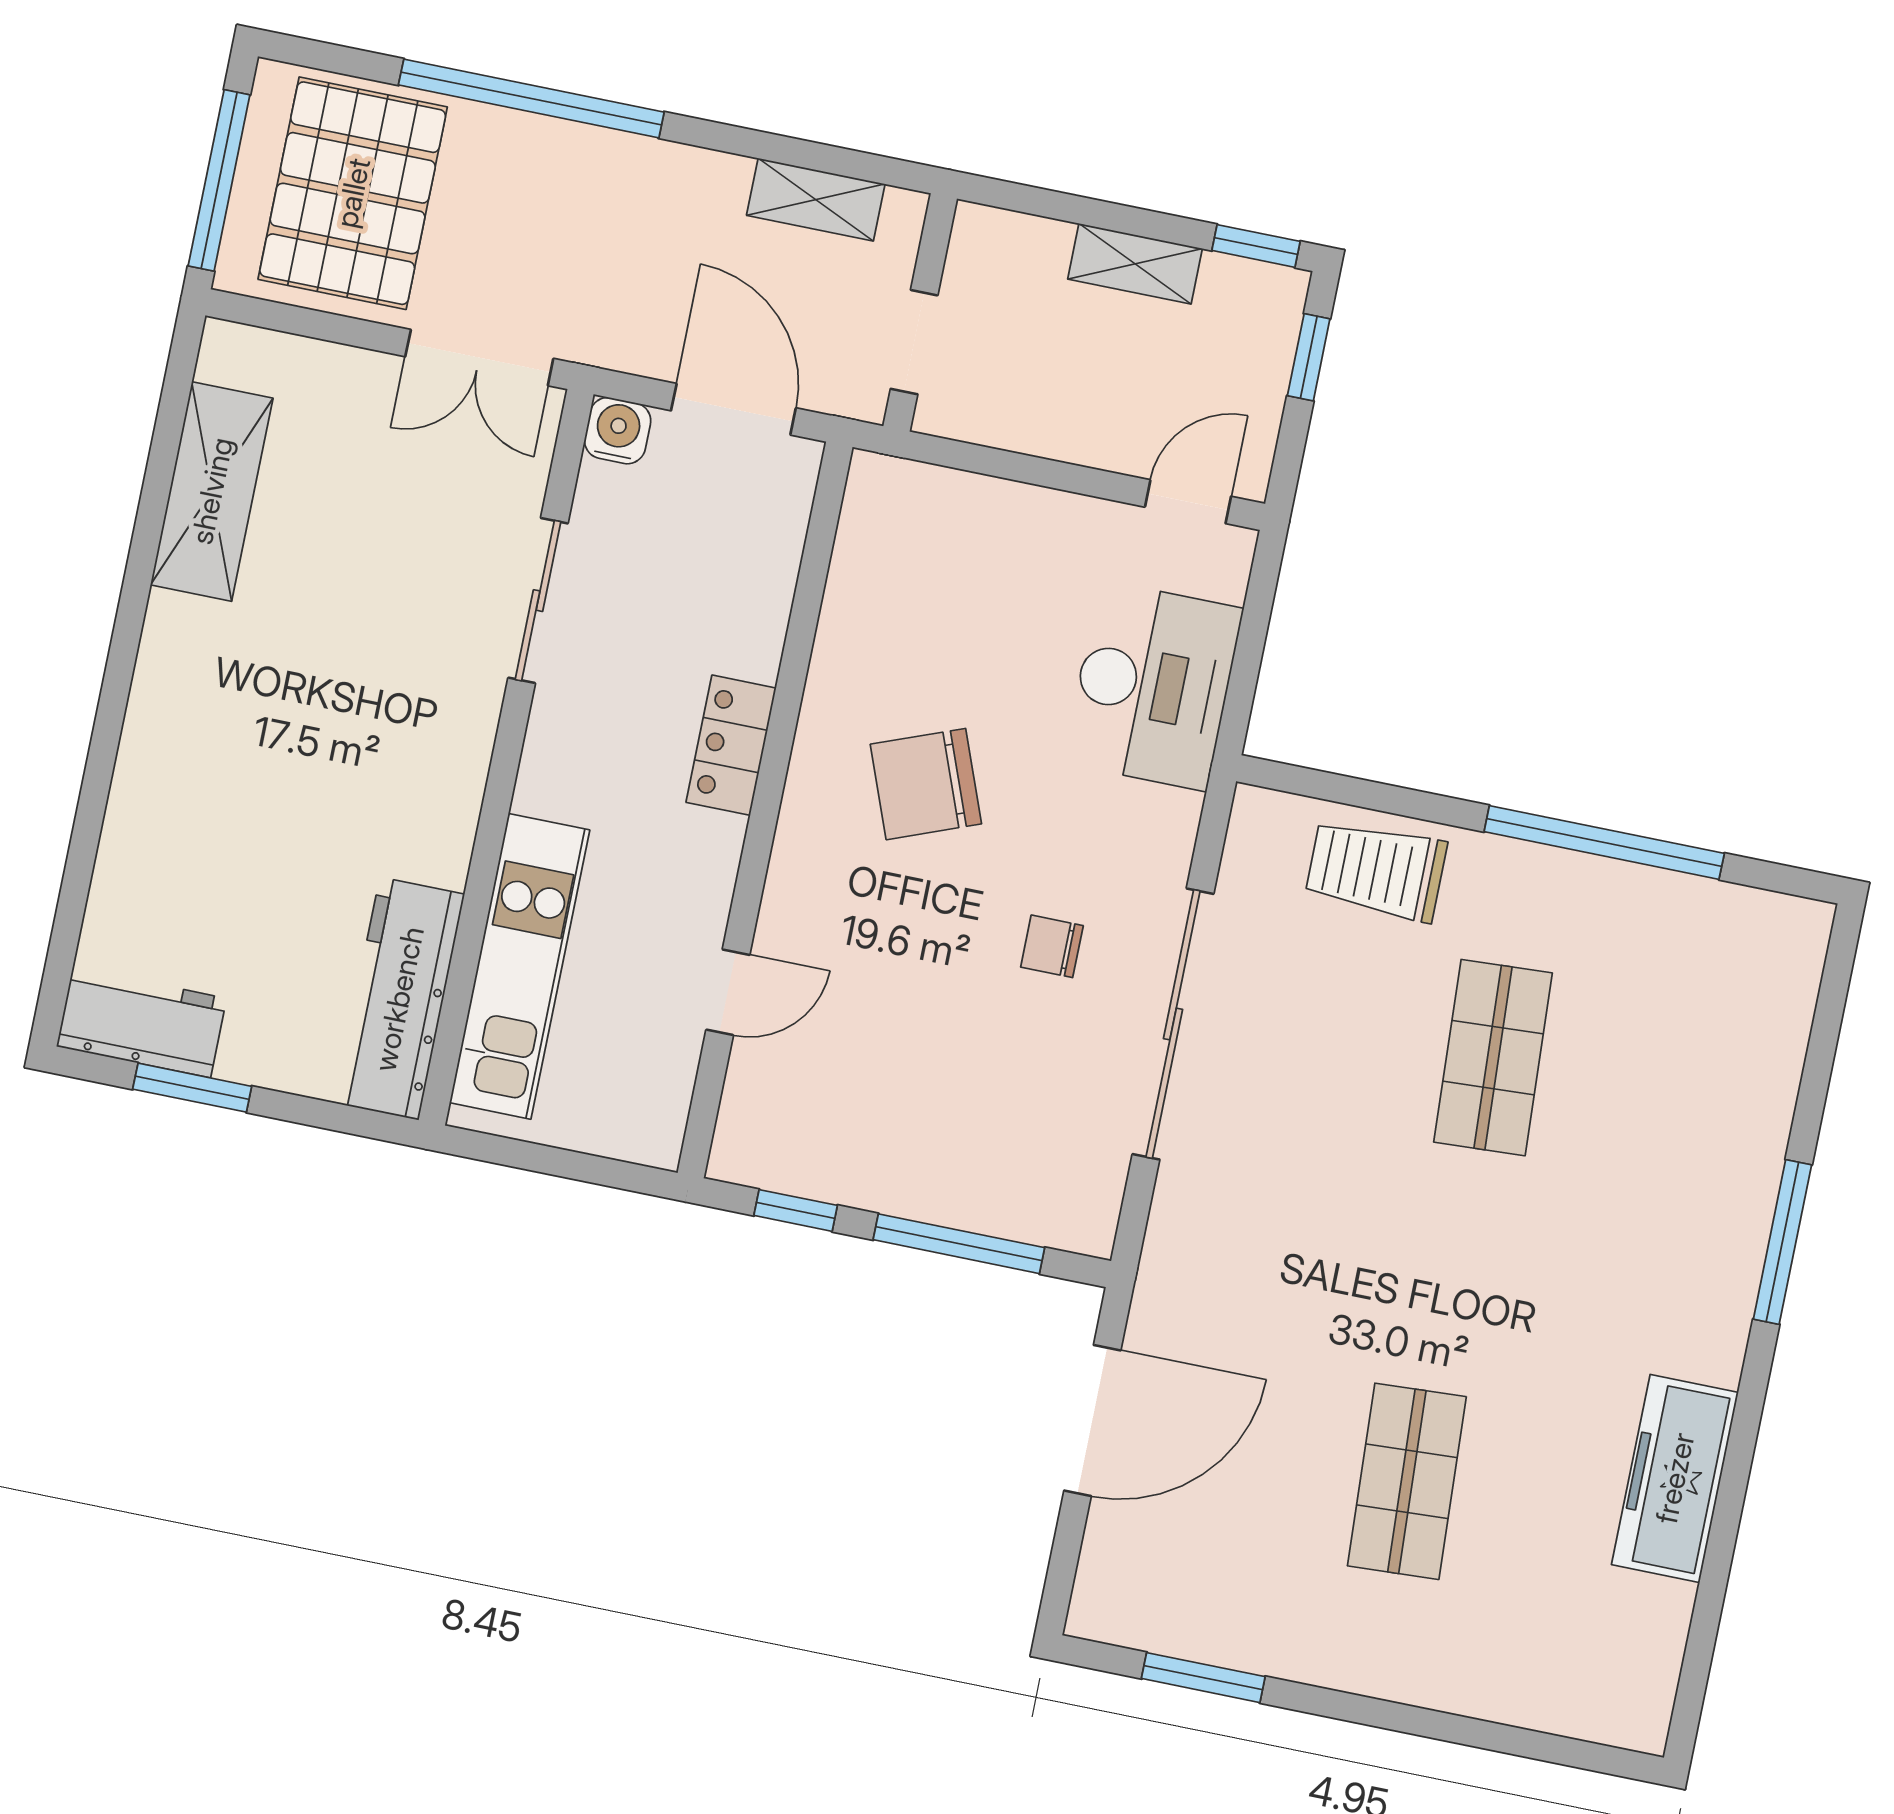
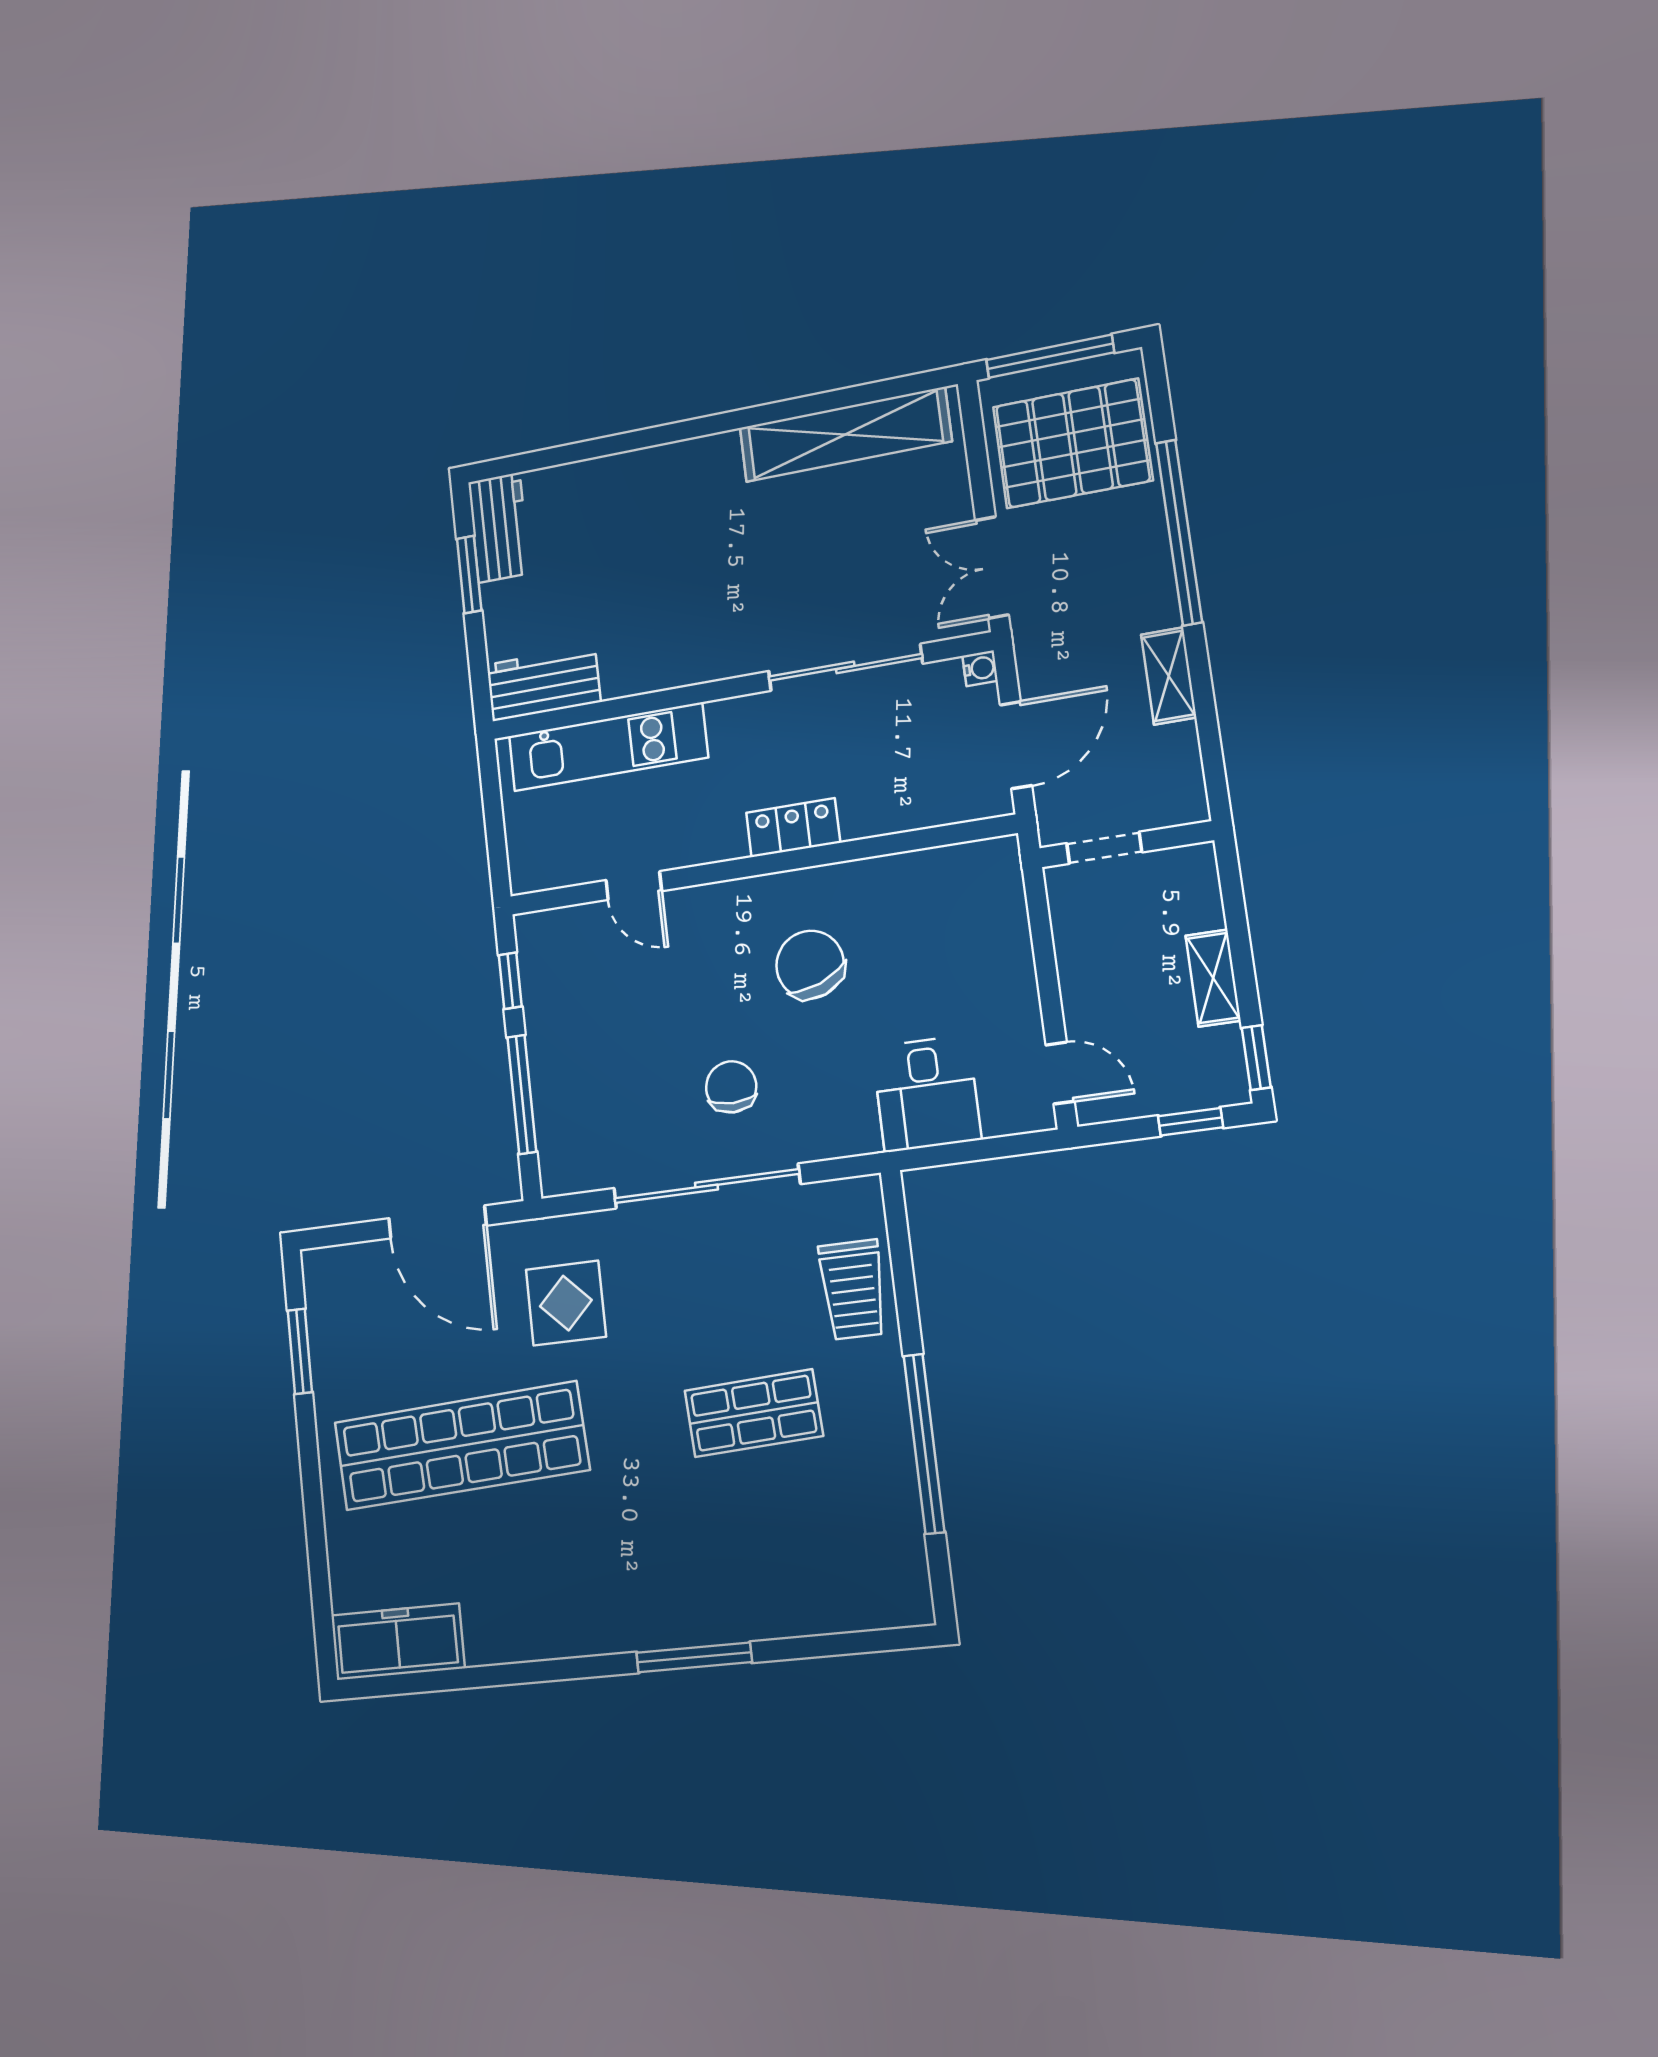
shelving: (816, 200) -> (1169, 676), moved
water cooler: (618, 431) -> (980, 668), width x0.72, depth x0.72
shelving: (212, 491) -> (845, 434), width x1.47
sliding door: (538, 601) -> (845, 667), width x1.37
desk: (1153, 686) -> (926, 1093), width x0.73
trolley: (1376, 870) -> (853, 1290), turned 180
chair: (1052, 946) -> (731, 1087), width x1.37, depth x1.37
workbench: (399, 999) -> (543, 683), width x0.73
display table: (1264, 1271) -> (566, 1303), added
freezer: (1675, 1478) -> (398, 1642), moved
shop shelf: (1407, 1481) -> (461, 1446), width x2.00, depth x1.36

